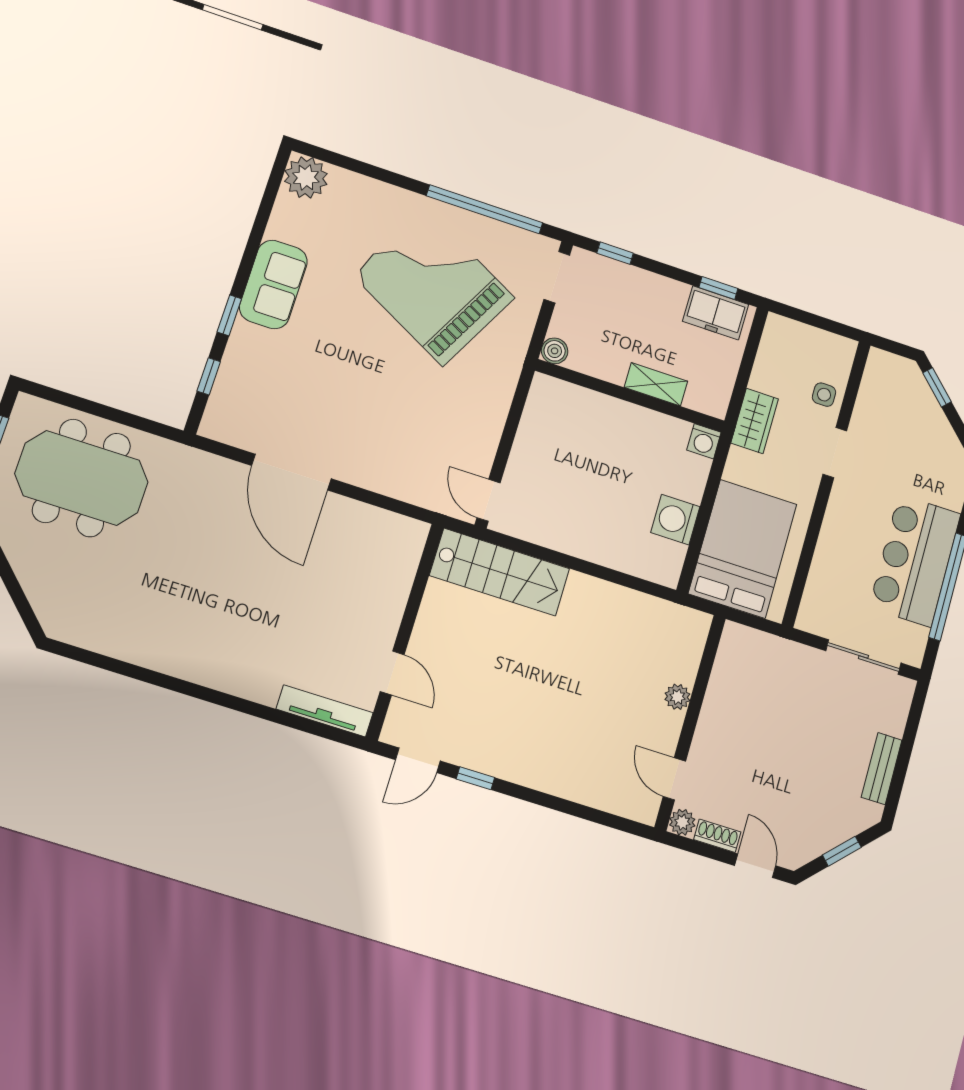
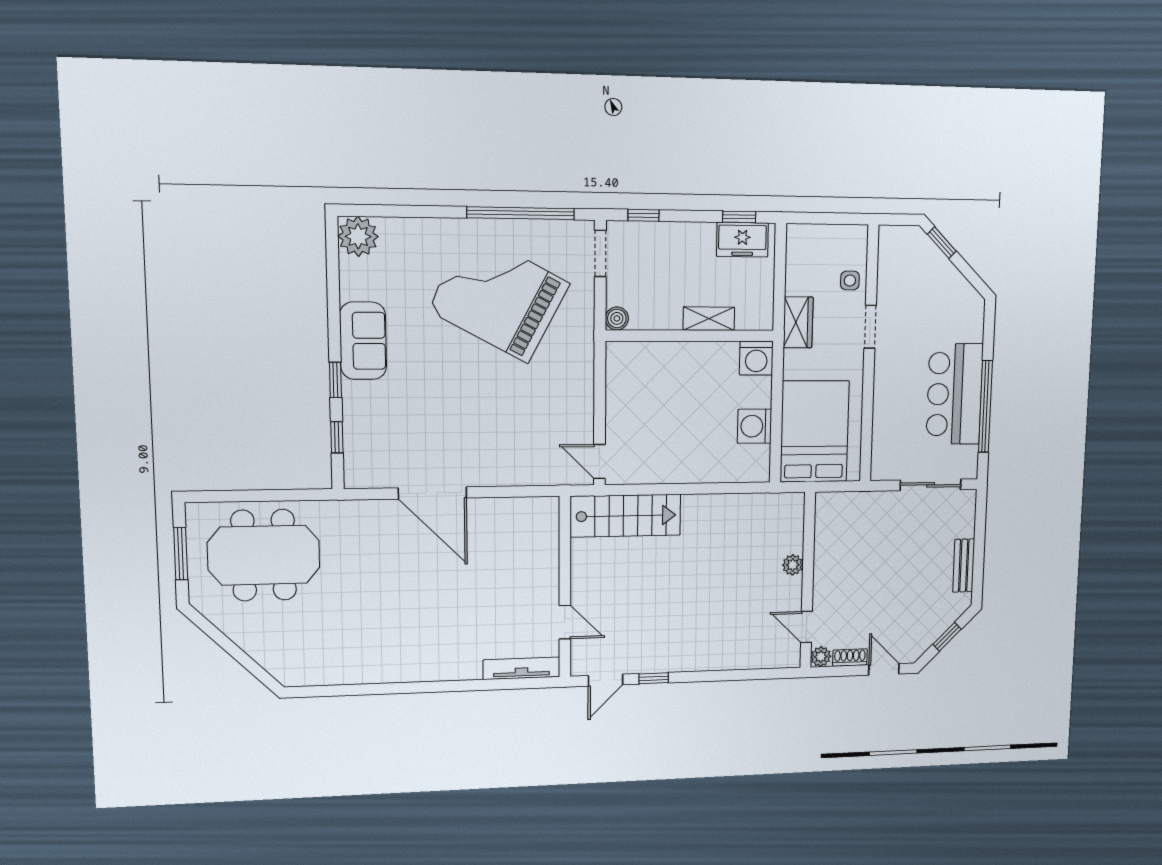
washing machine: (704, 441) -> (756, 358), width x1.38, depth x1.38

